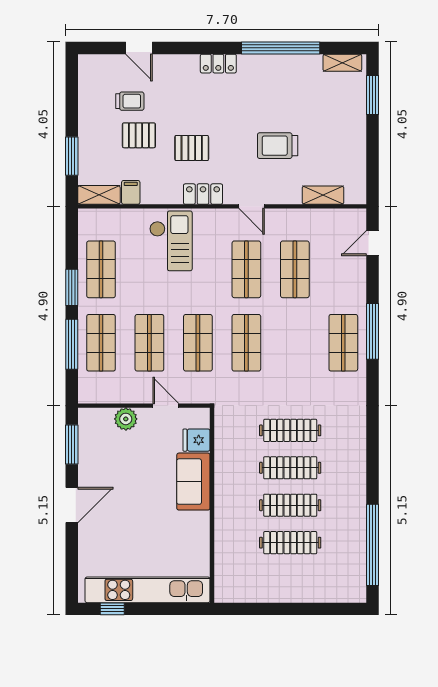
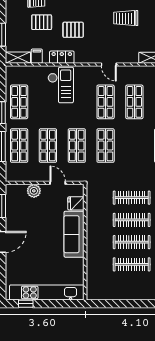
trolley: (278, 146) -> (126, 18), moved
locker: (203, 194) -> (62, 57), moved
sofa: (193, 482) -> (74, 234), width x1.36

